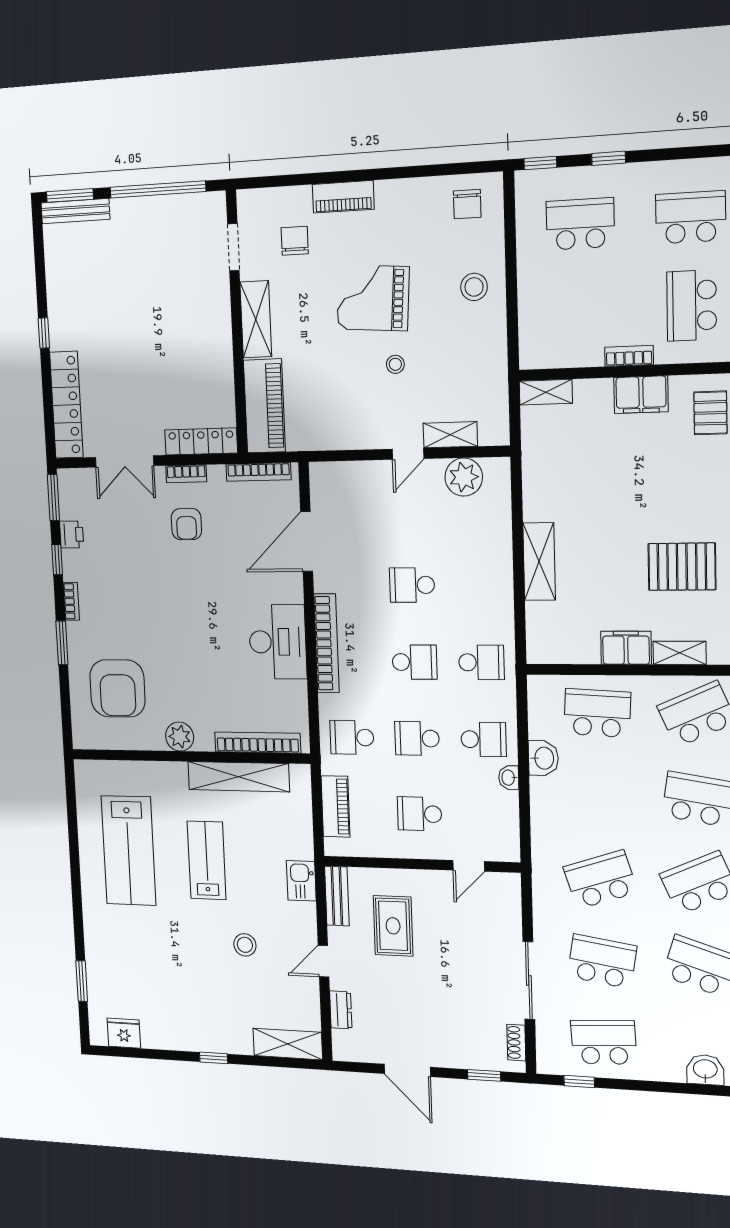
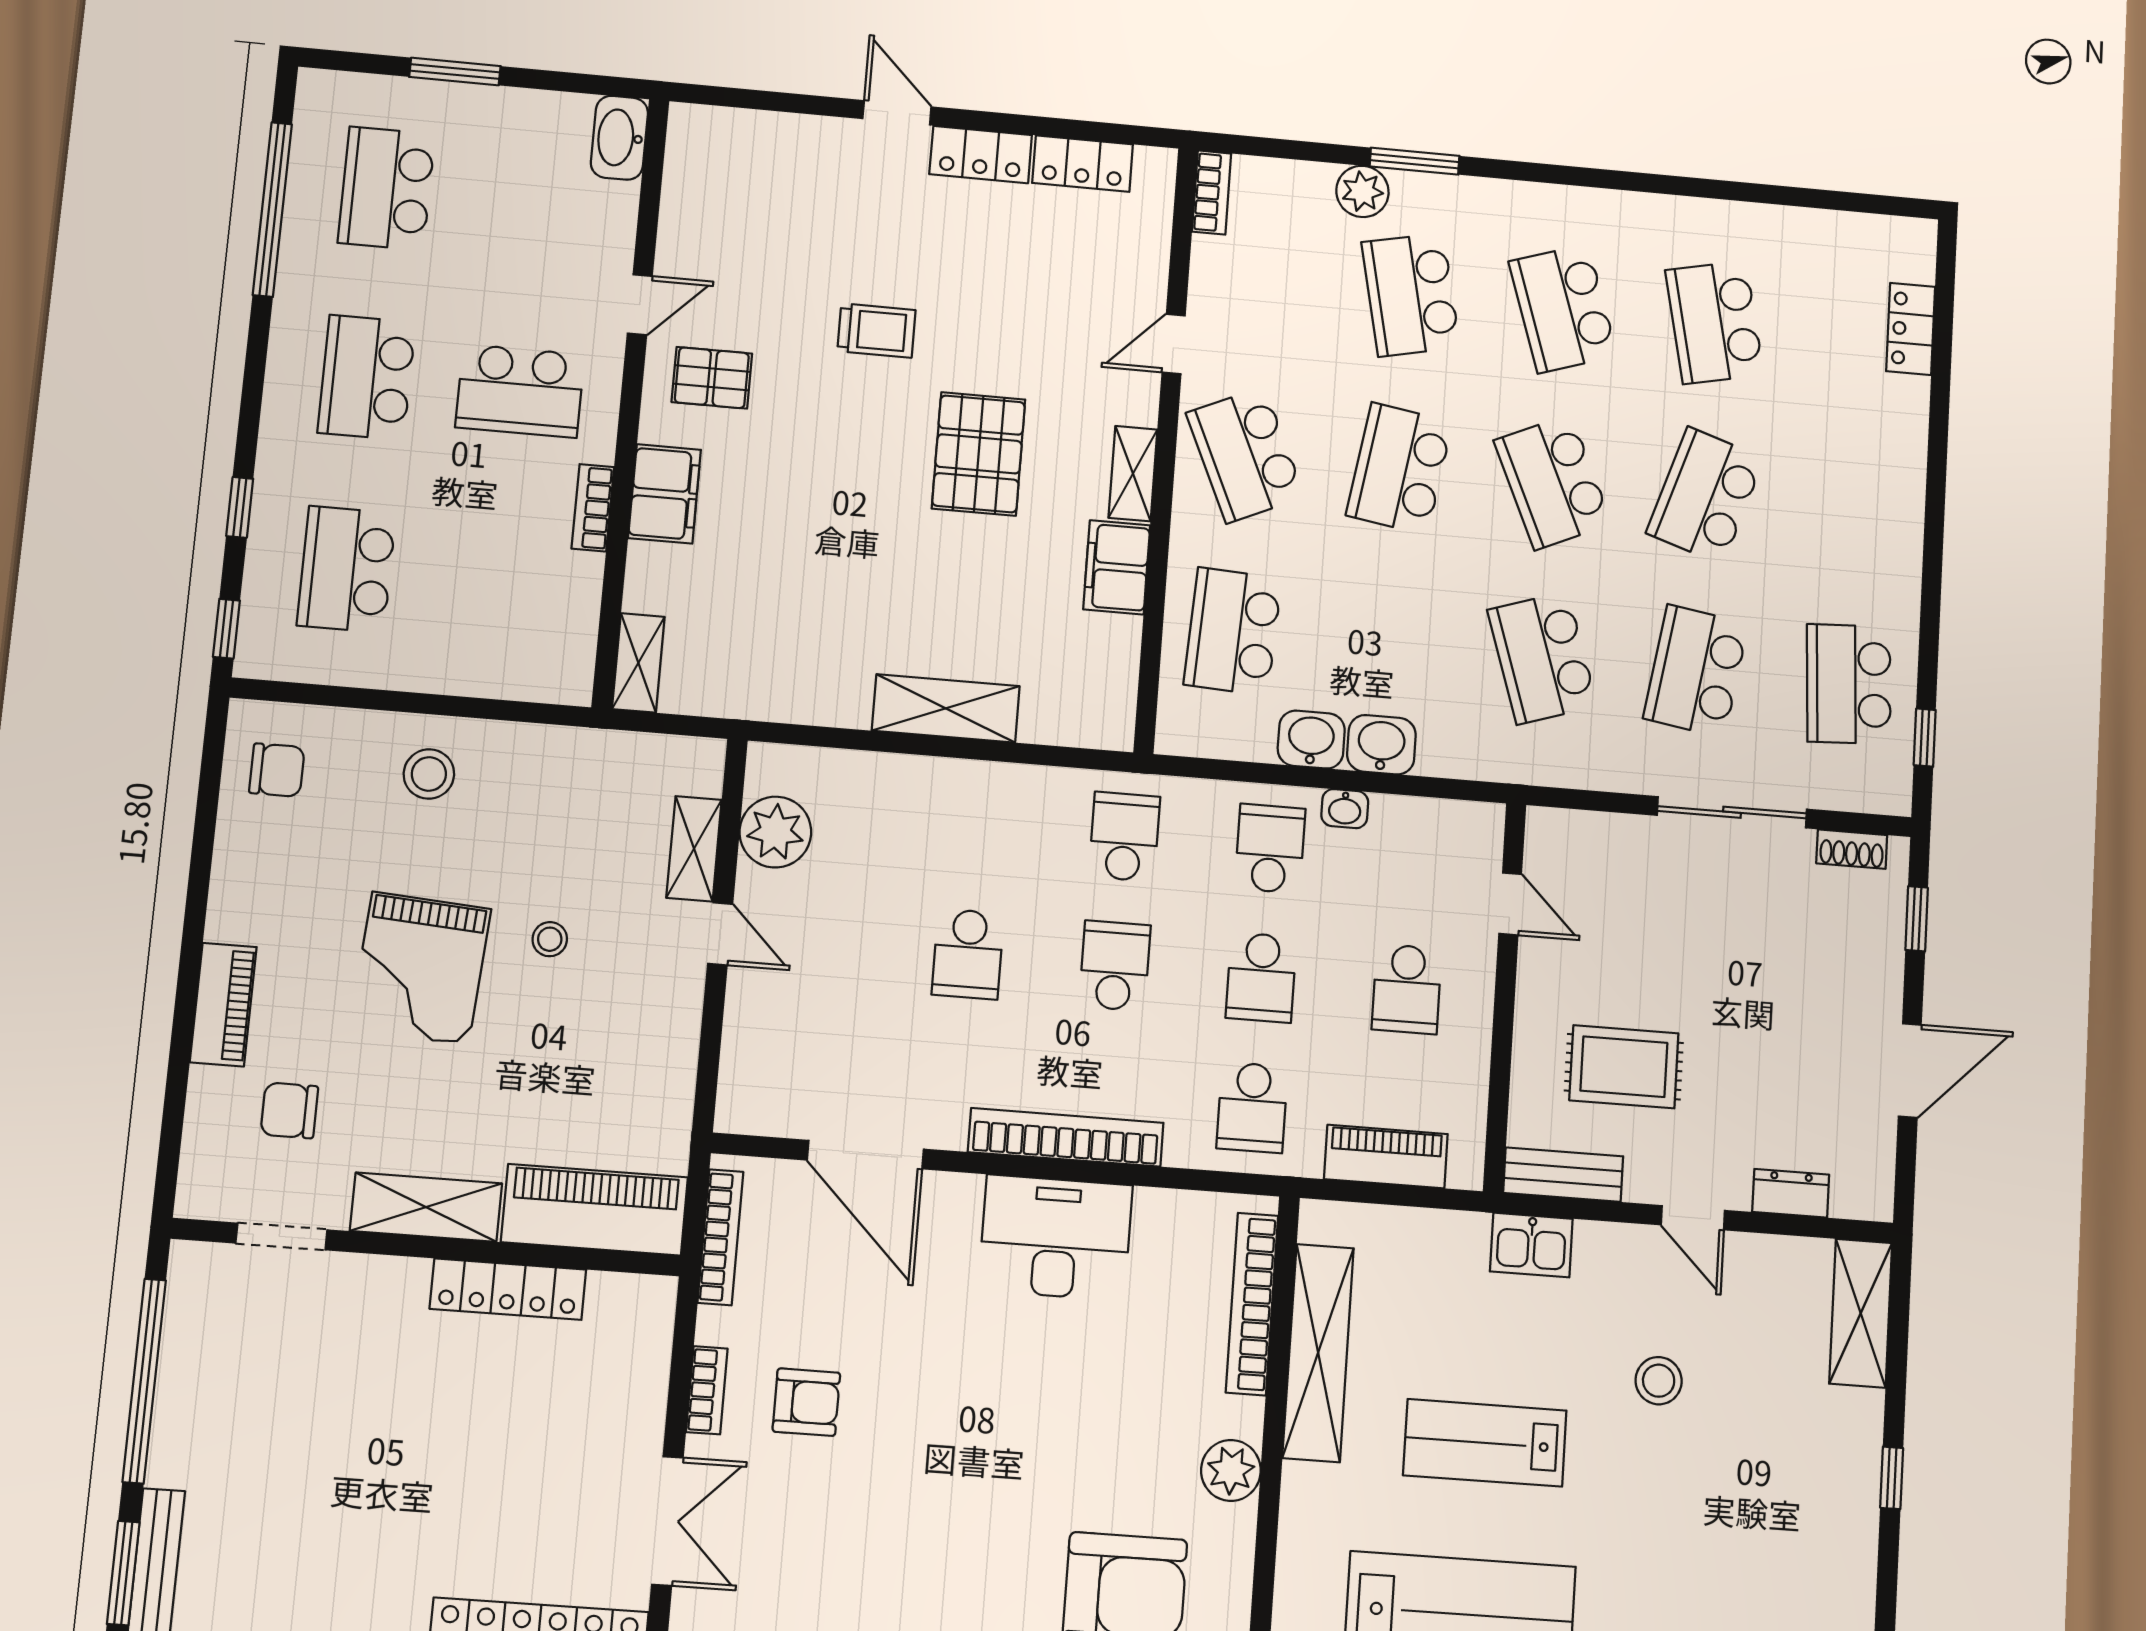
locker: (201, 441) -> (508, 1289), moved, turned -90
washbasin: (705, 1070) -> (1381, 745), moved, turned 90

